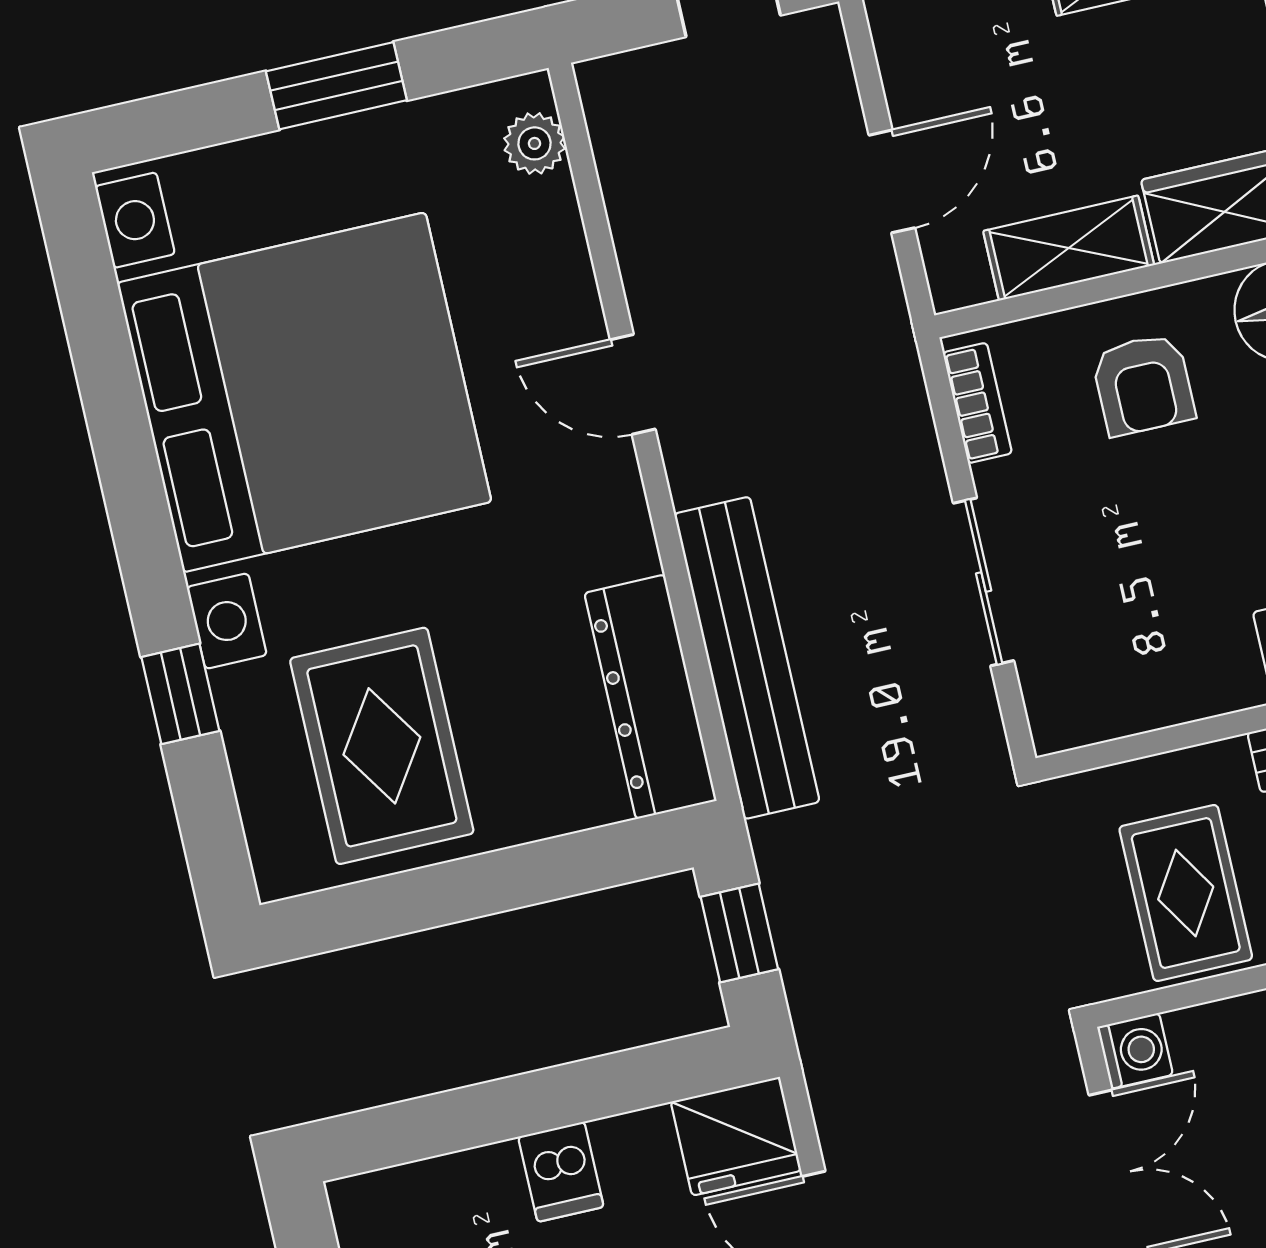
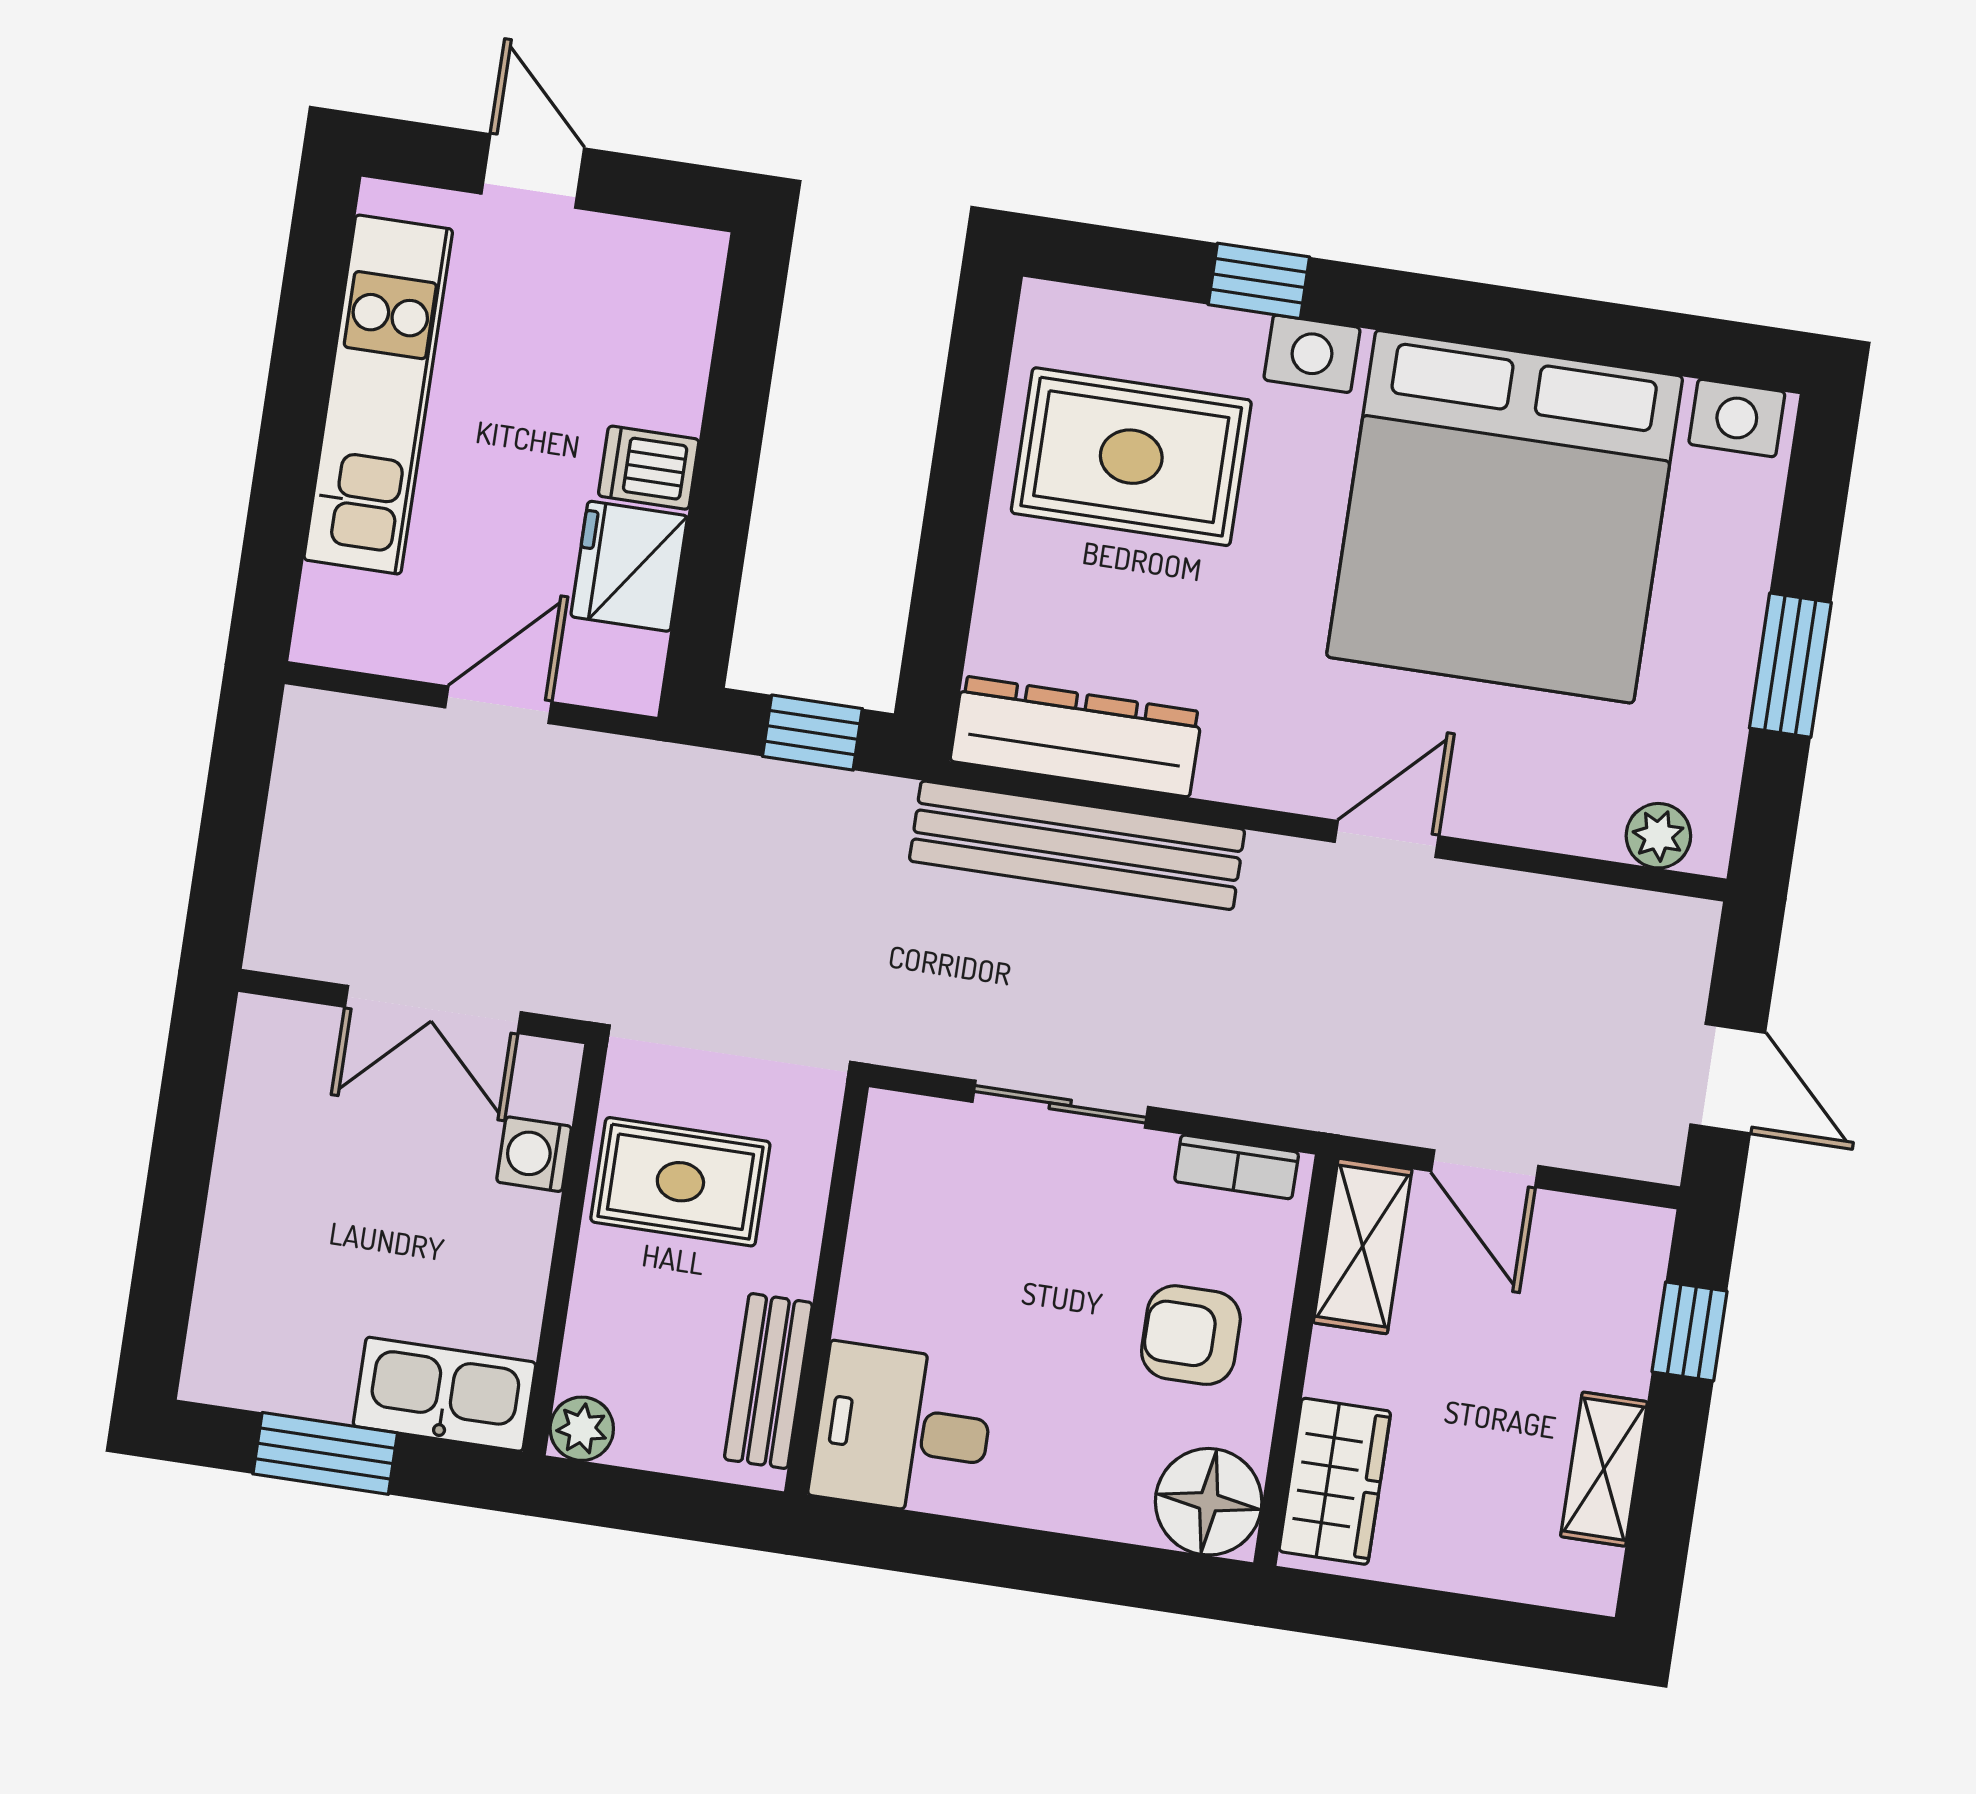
shelving: (1069, 248) -> (1363, 1246), moved
washing machine: (1135, 1051) -> (534, 1154), moved, turned 90
fridge: (736, 1136) -> (629, 566), moved

